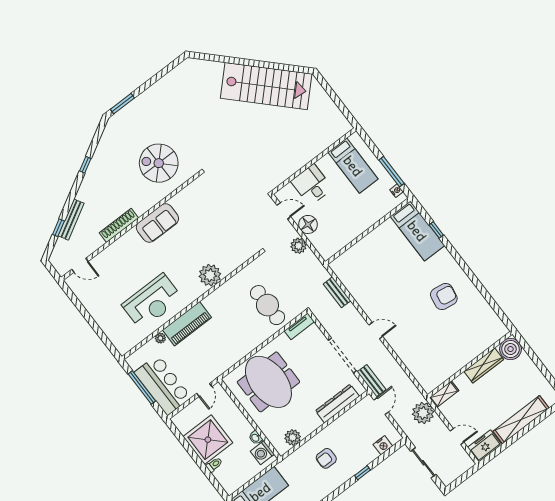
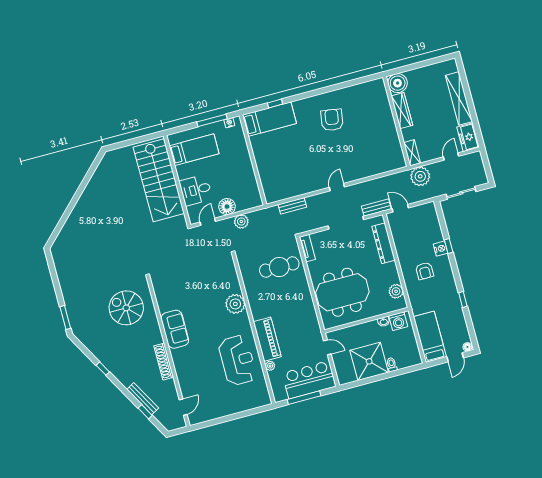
stairs: (266, 86) -> (159, 180), moved, turned 135
spiral stairs: (159, 163) -> (126, 308), turned 90
nightstand: (383, 445) -> (441, 249), moved

